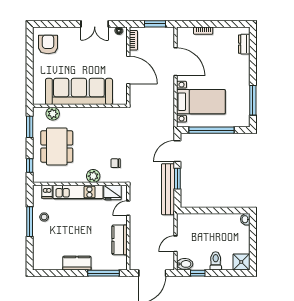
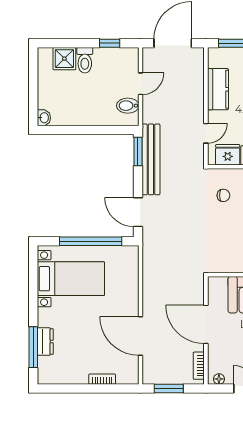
dresser: (244, 44) -> (45, 341), moved
window: (253, 100) -> (33, 347), moved
bed with nightstands: (201, 102) -> (71, 279), moved, turned 180
door: (177, 151) -> (138, 212), swing flipped
window: (177, 179) -> (138, 152), moved
shower: (241, 262) -> (64, 59), moved
bidet: (185, 264) -> (128, 106), moved

